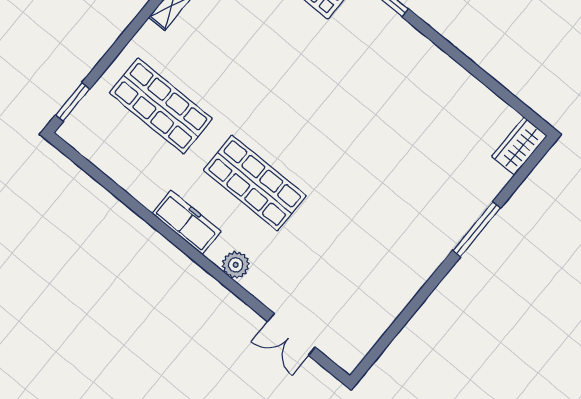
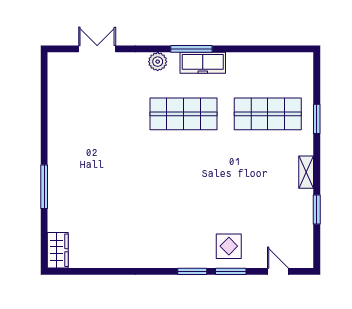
window: (73, 102) -> (317, 119), moved
window: (187, 248) -> (191, 49), added

